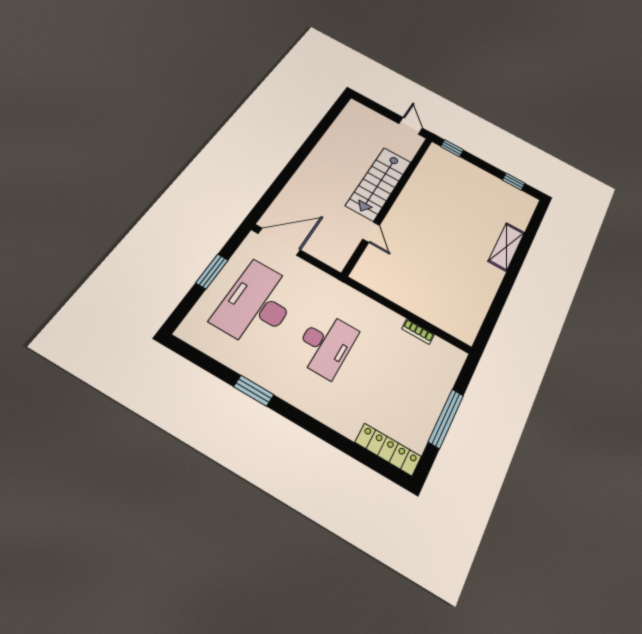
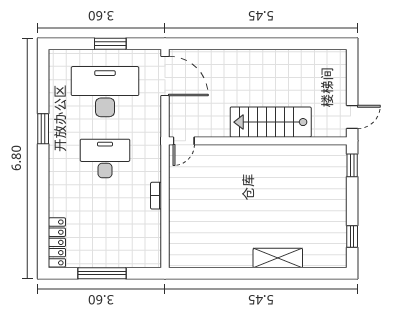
door: (371, 232) -> (184, 141), moved
bookcase: (418, 332) -> (156, 196), moved
desk: (326, 344) -> (105, 158), turned 180

